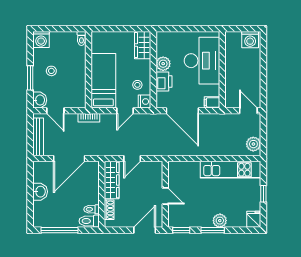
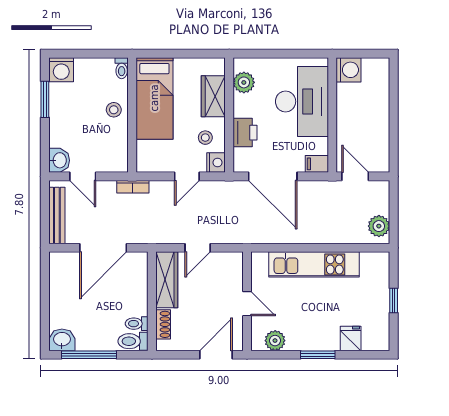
washing machine: (250, 40) -> (348, 70), moved, turned -90
wardrobe: (143, 45) -> (213, 96), moved
plant: (163, 64) -> (244, 82), moved
stool: (51, 71) -> (114, 110), moved
window: (30, 78) -> (45, 99), moved
bed: (103, 81) -> (154, 98), moved, turned 180
door: (248, 111) -> (355, 176), moved
kitchen unit: (230, 170) -> (314, 264), moved
washbasin: (40, 192) -> (62, 340), moved, turned -90
fridge: (254, 219) -> (351, 339), moved
plant: (220, 221) -> (275, 341), moved
window: (181, 230) -> (271, 355), removed

